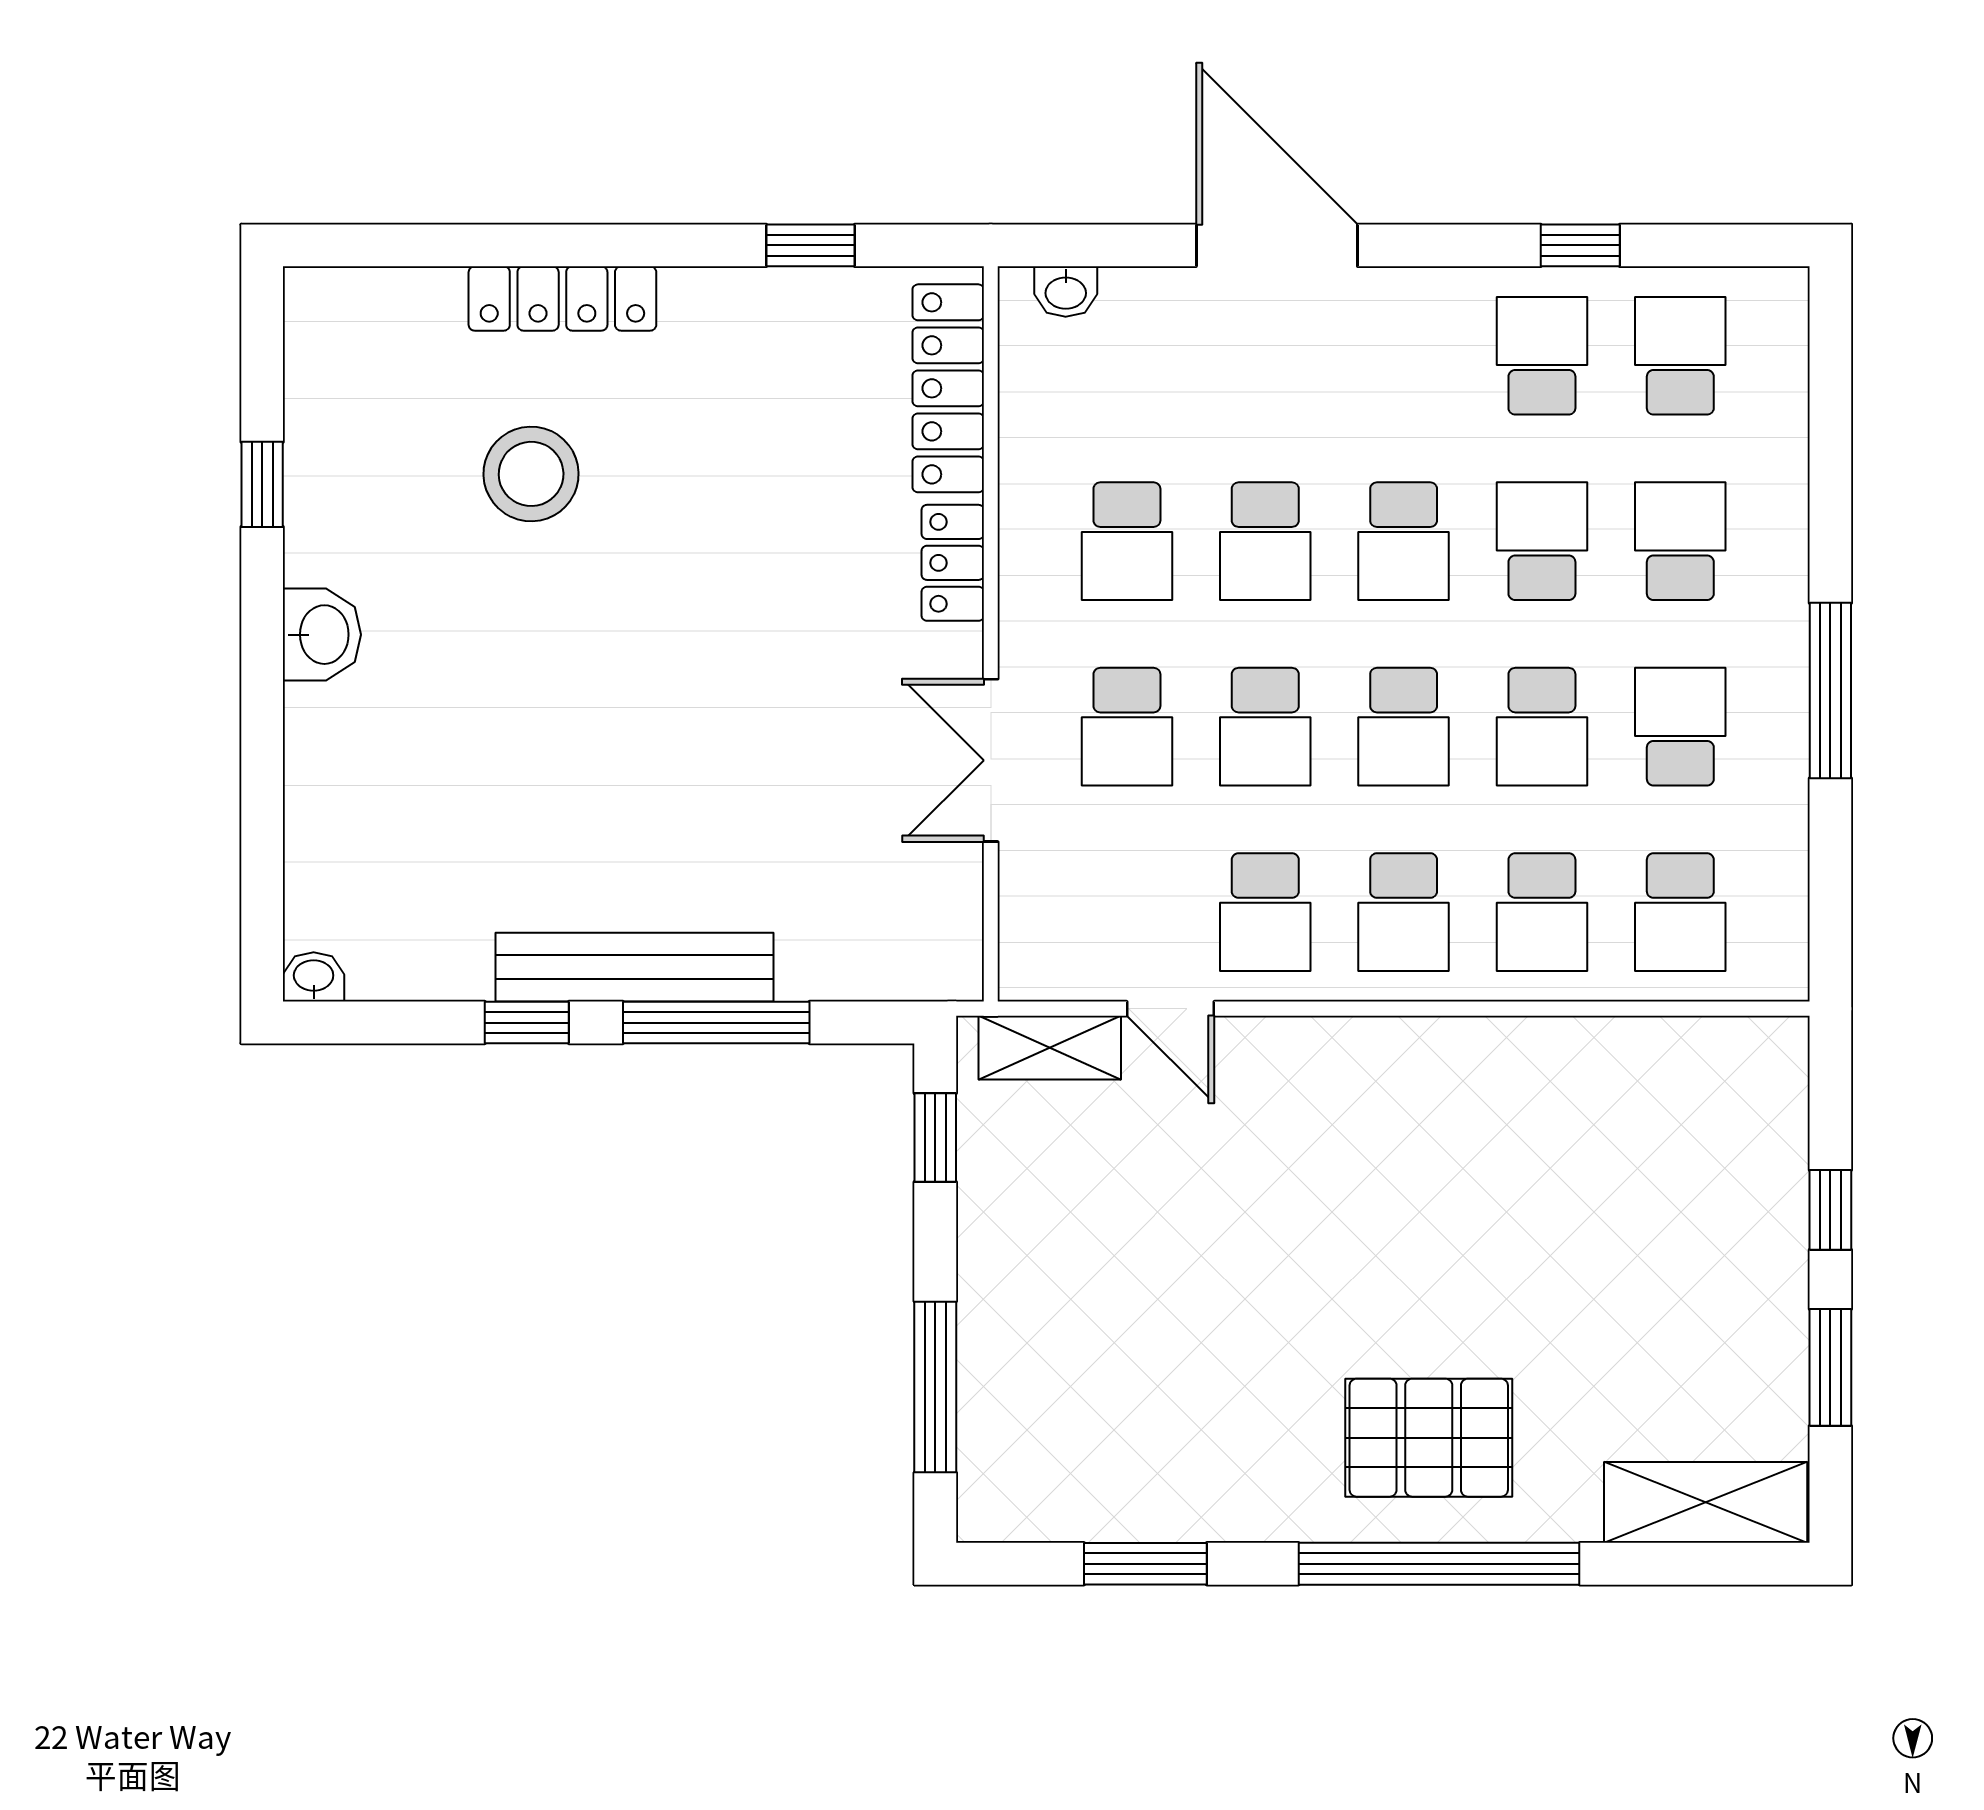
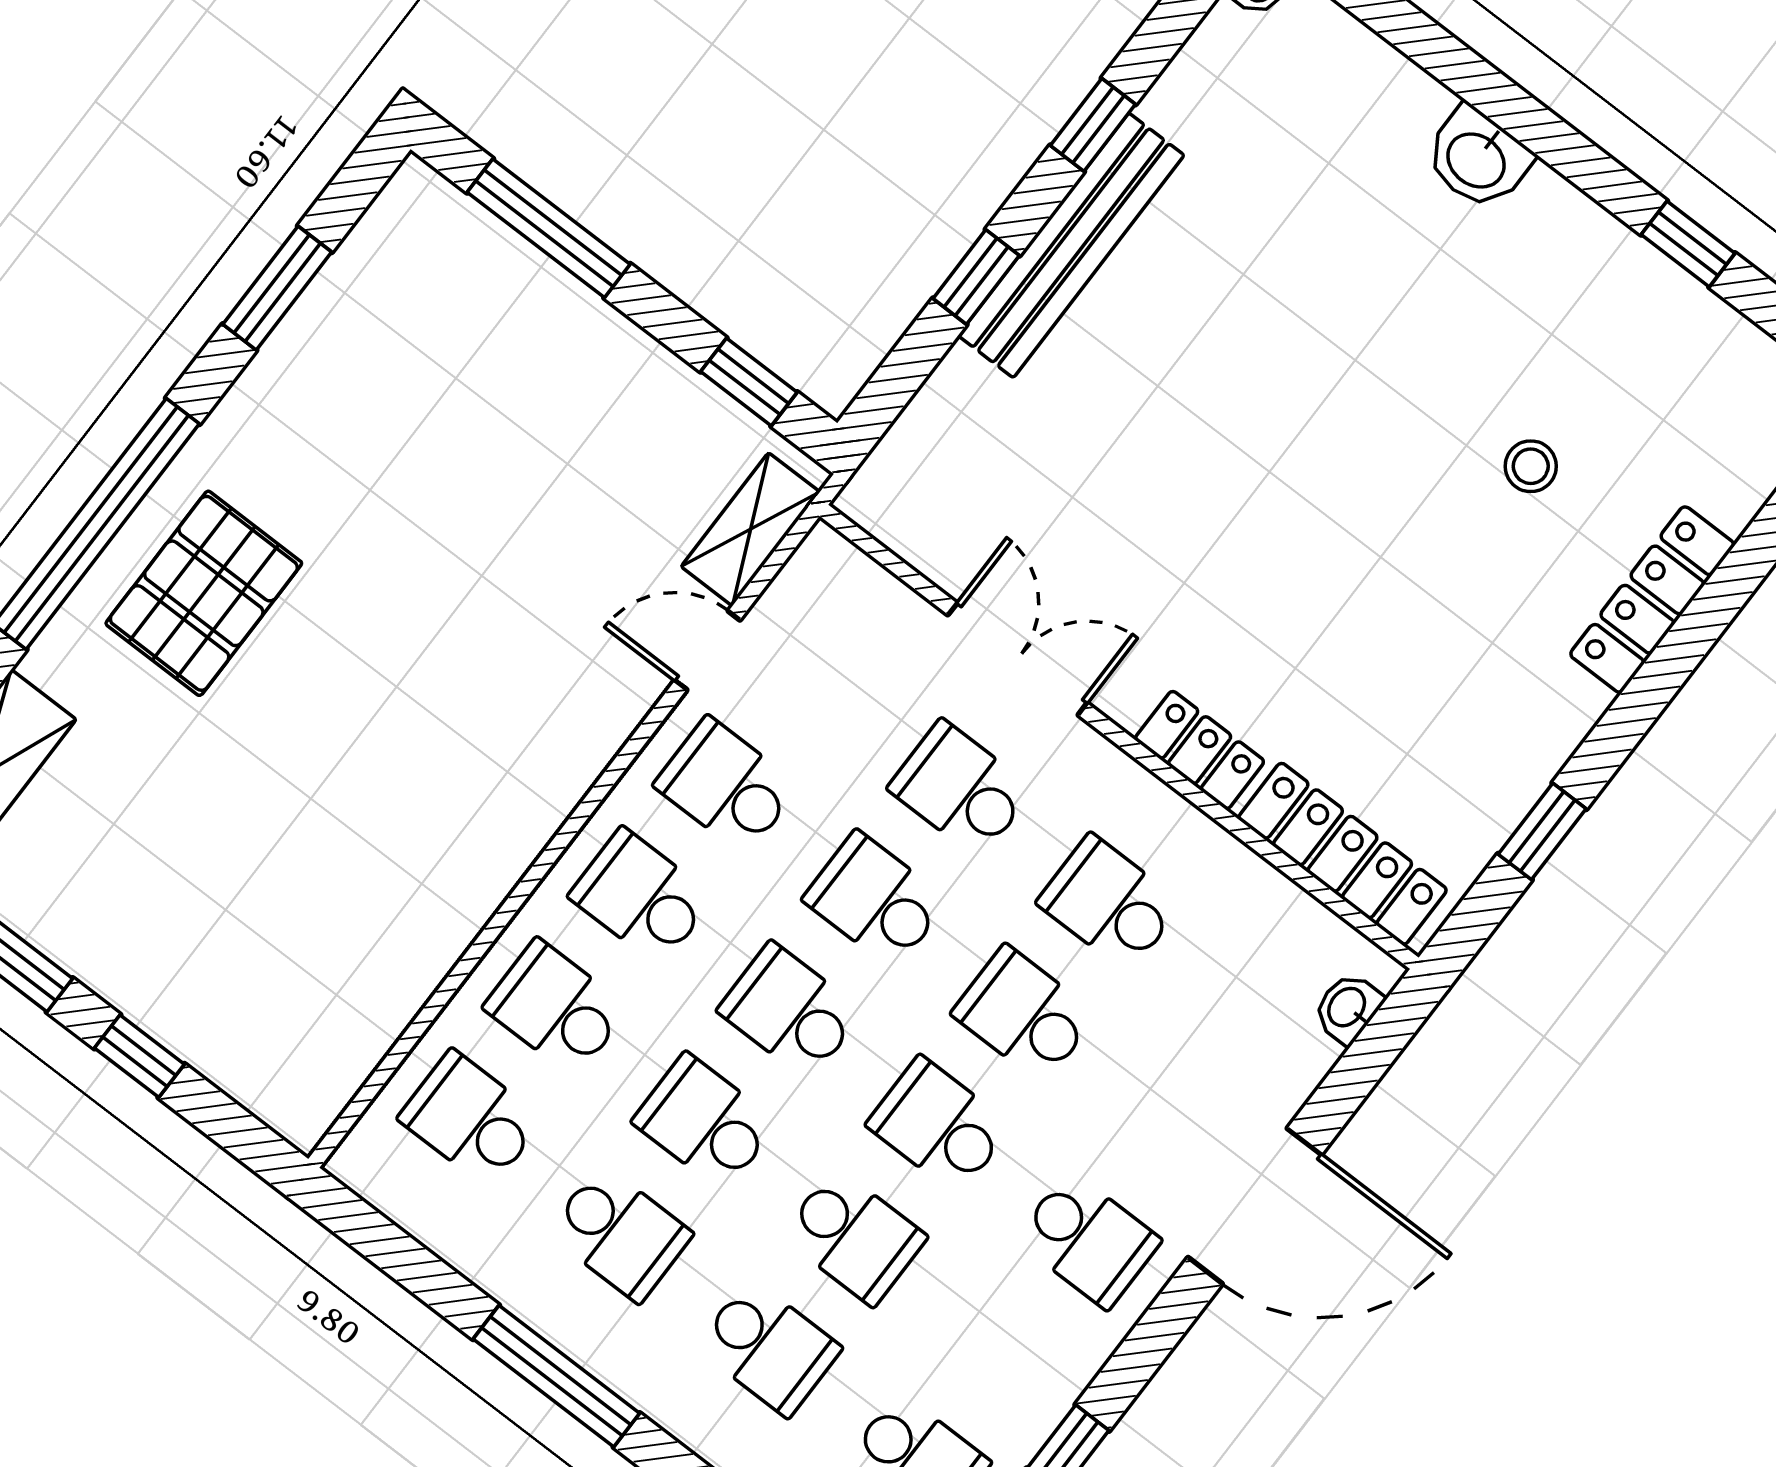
school desk: (1542, 356) -> (1088, 1240), moved
stool: (531, 474) -> (1531, 466), width x0.53, depth x0.53
washbasin: (322, 635) -> (1477, 159), moved
window: (716, 1023) -> (976, 277), width x0.46

